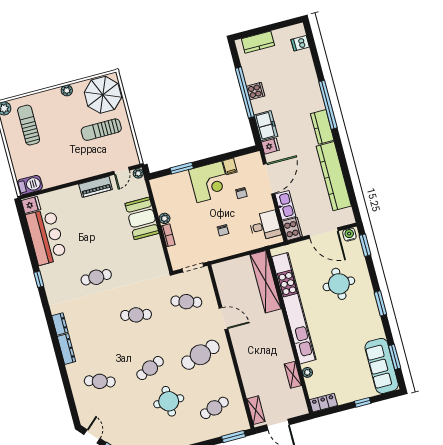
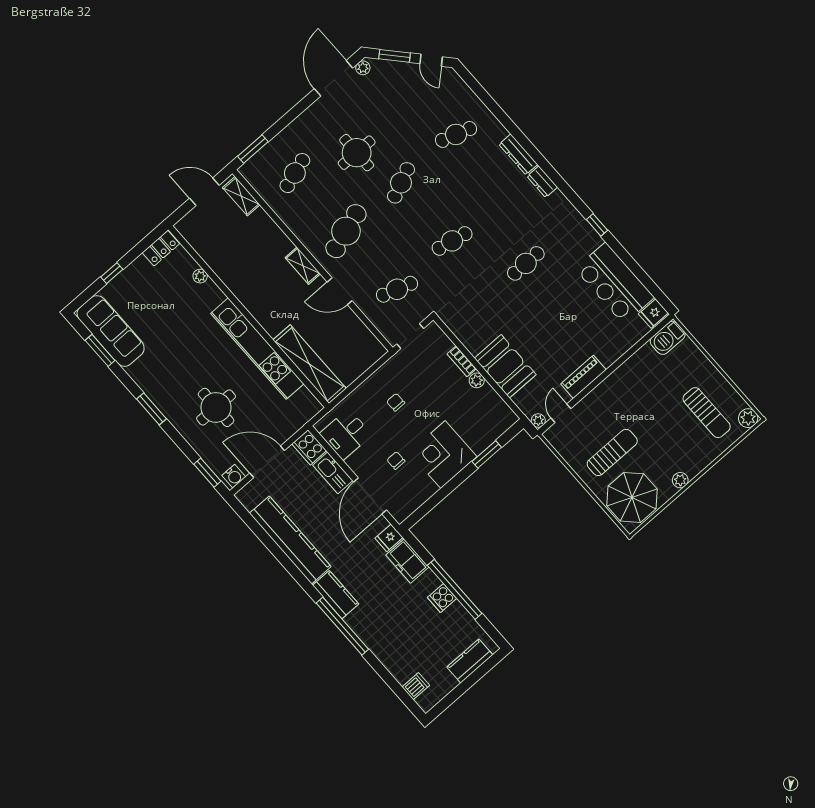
filing cabinet: (230, 166) -> (427, 487), removed
kitchen unit: (294, 308) -> (257, 349), width x0.73
shelving: (293, 375) -> (303, 266), moved

